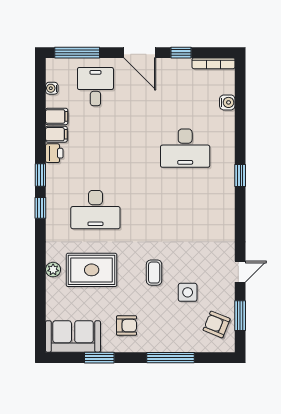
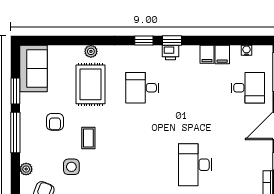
printer: (54, 153) -> (170, 52), moved
desk: (95, 210) -> (142, 88), width x0.73
coffee table: (154, 273) -> (88, 138), turned 90
armchair: (127, 326) -> (55, 122), moved
plant: (190, 345) -> (26, 169), added
window: (170, 358) -> (15, 132), moved

